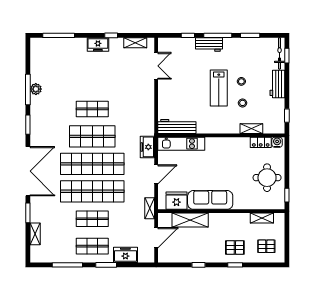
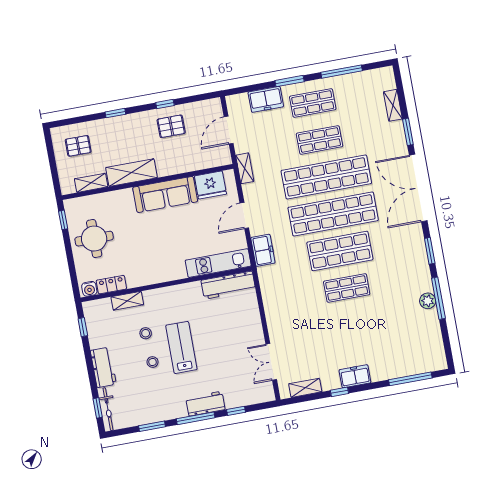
shelving: (190, 220) -> (131, 173), moved
pallet: (235, 247) -> (171, 126), moved

